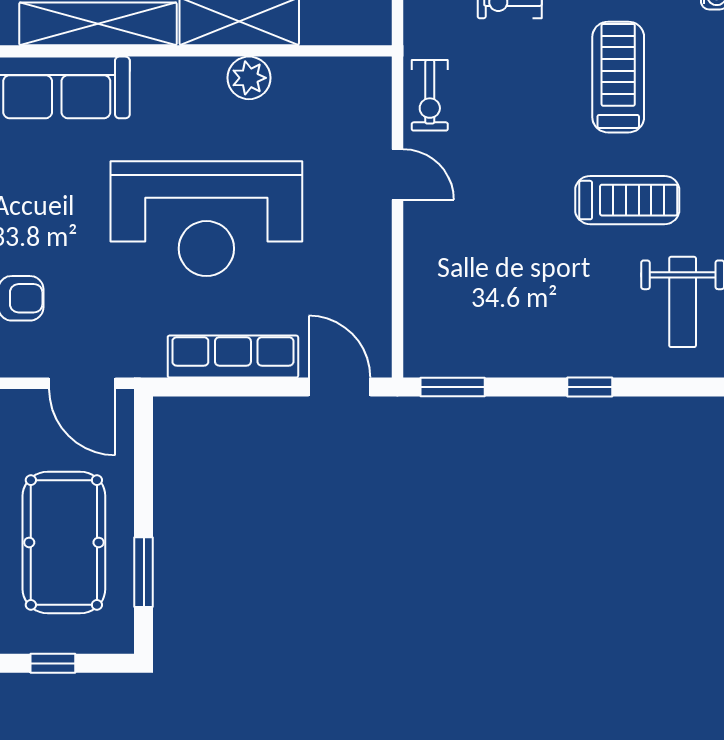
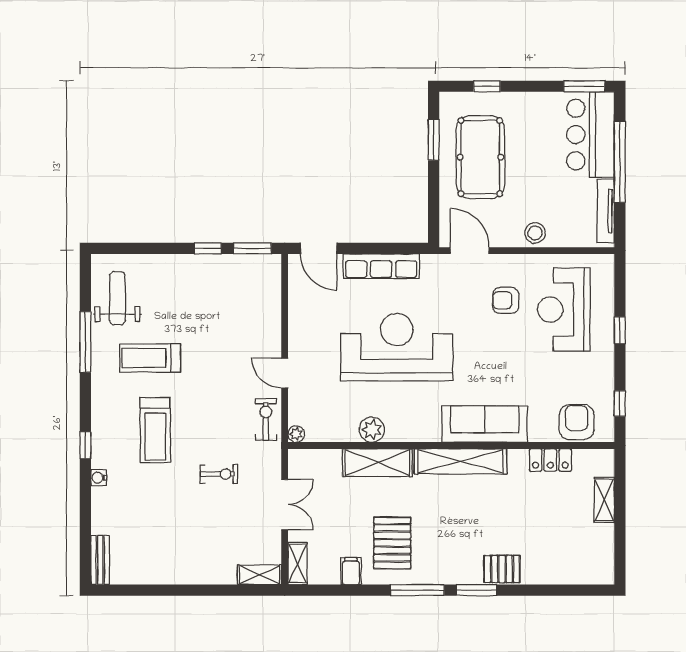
plant: (378, 71) -> (296, 434), added
window: (590, 387) -> (208, 248), moved

